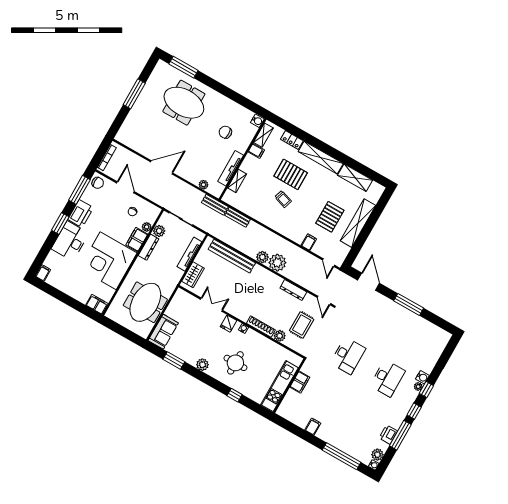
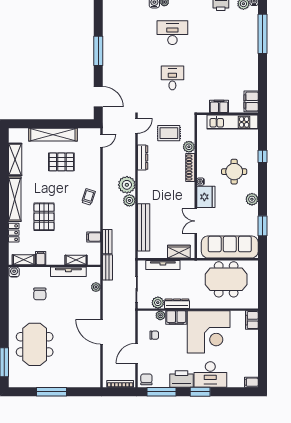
trolley: (283, 199) -> (88, 197), moved
filing cabinet: (309, 242) -> (94, 237), moved
door: (369, 282) -> (98, 97), swing flipped
fridge: (229, 324) -> (206, 197), width x1.88, depth x1.34
sofa: (163, 332) -> (230, 247), width x1.85, depth x1.27
desk: (348, 356) -> (172, 78), width x0.73
filing cabinet: (313, 427) -> (251, 101), moved, width x2.00

